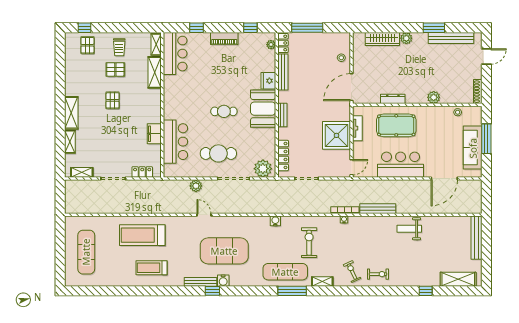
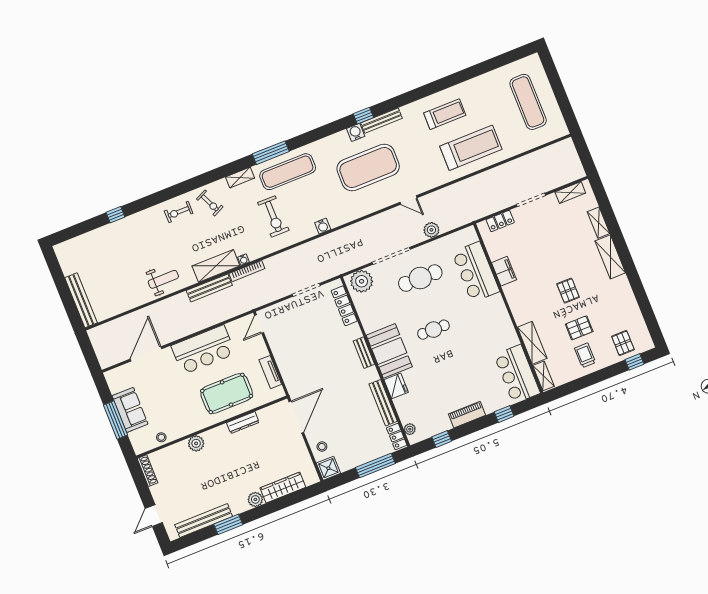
shower: (336, 135) -> (328, 468), moved, width x0.54, depth x0.54
sofa: (473, 148) -> (130, 410), width x0.73
shelving: (458, 279) -> (216, 266), moved

